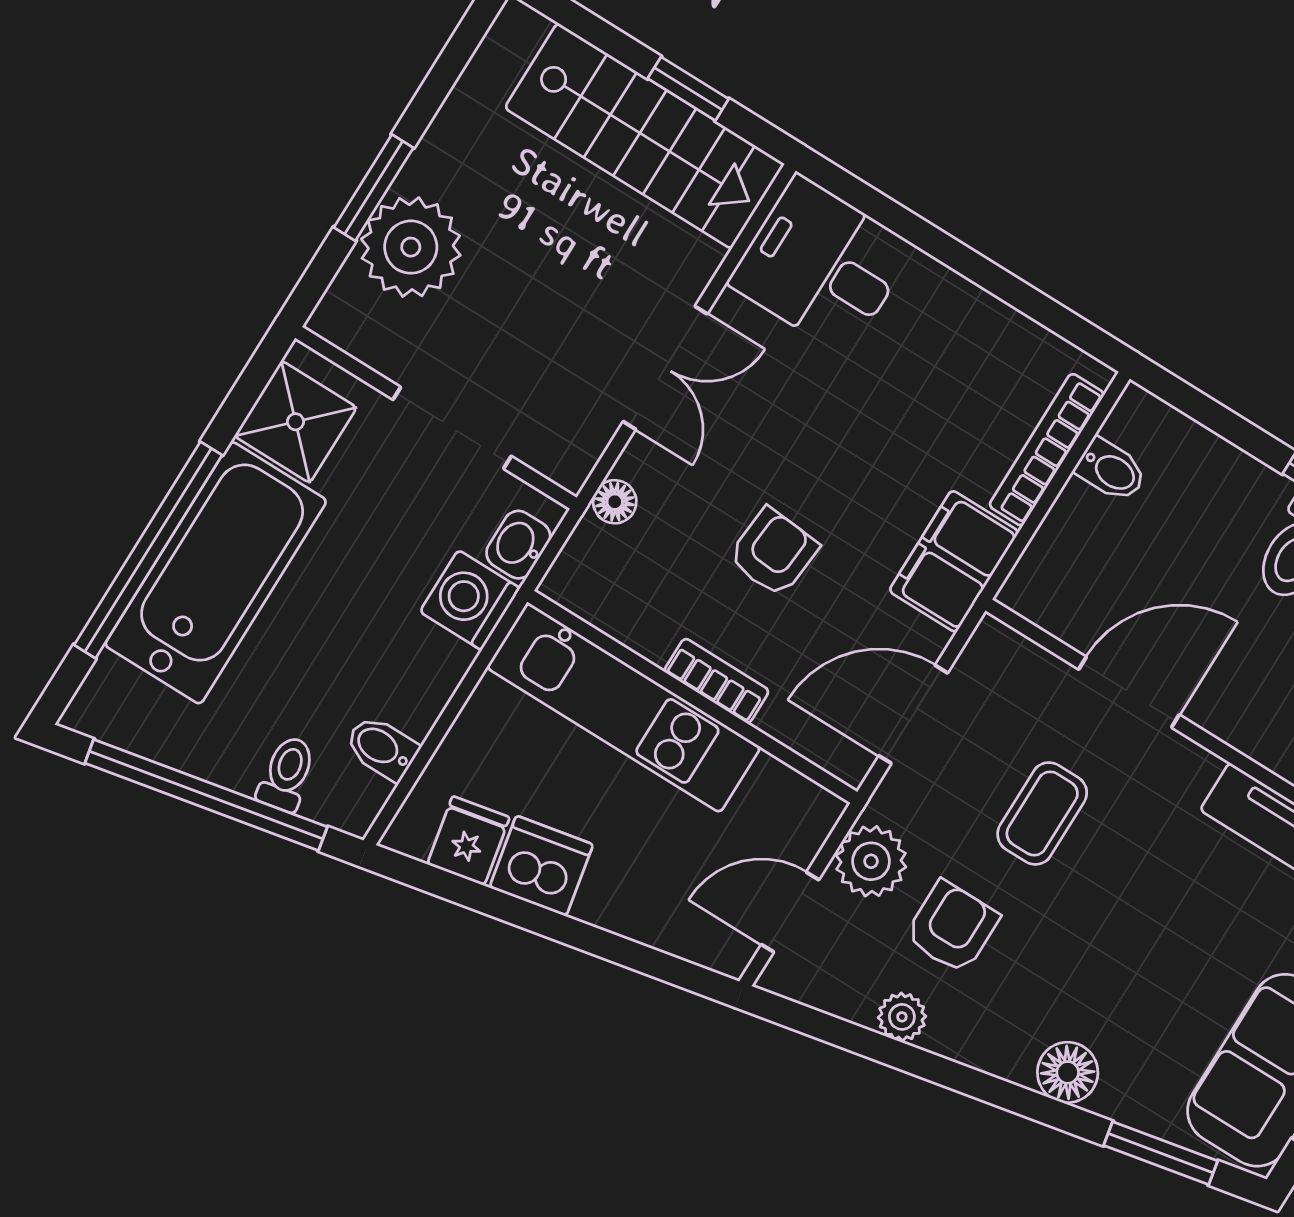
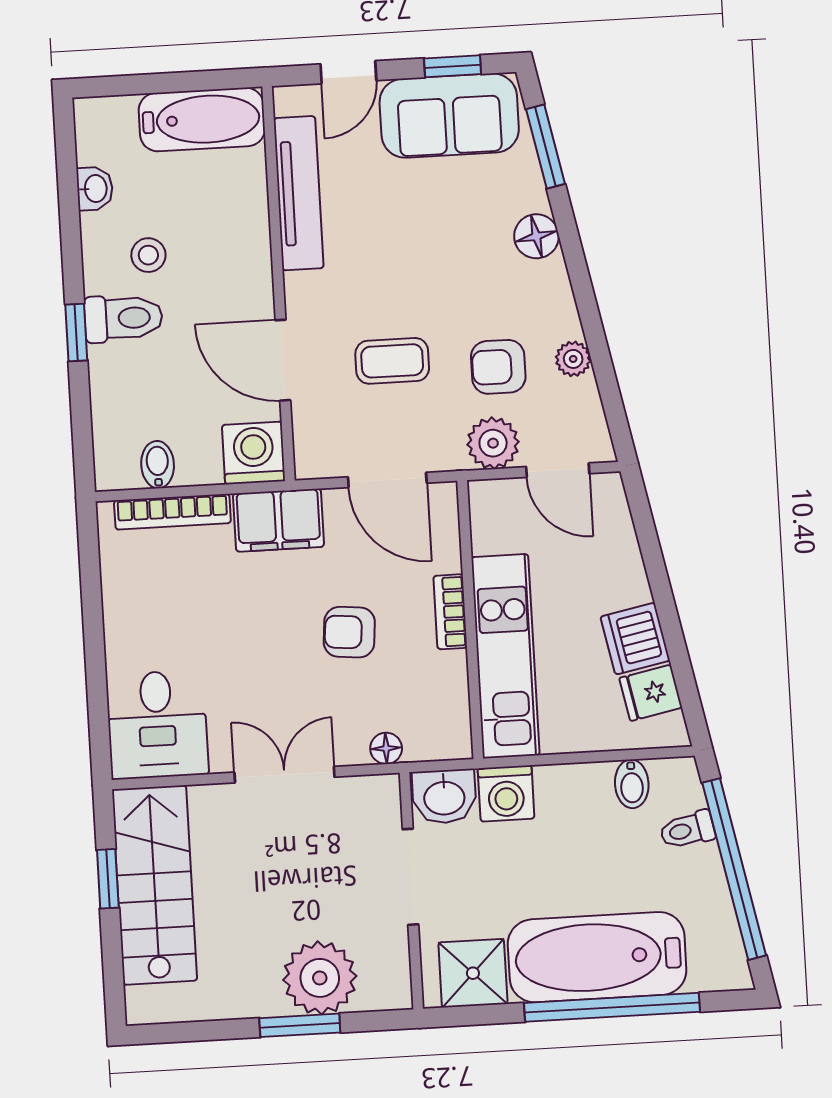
washbasin: (518, 545) -> (444, 797), width x1.38, depth x1.45
washing machine: (1048, 586) -> (254, 453), added

